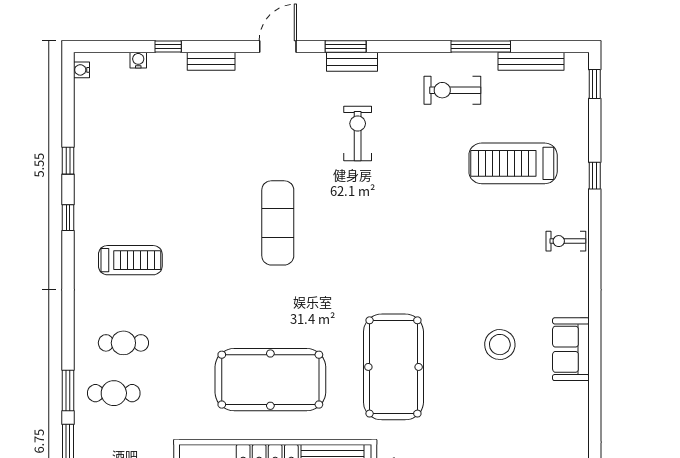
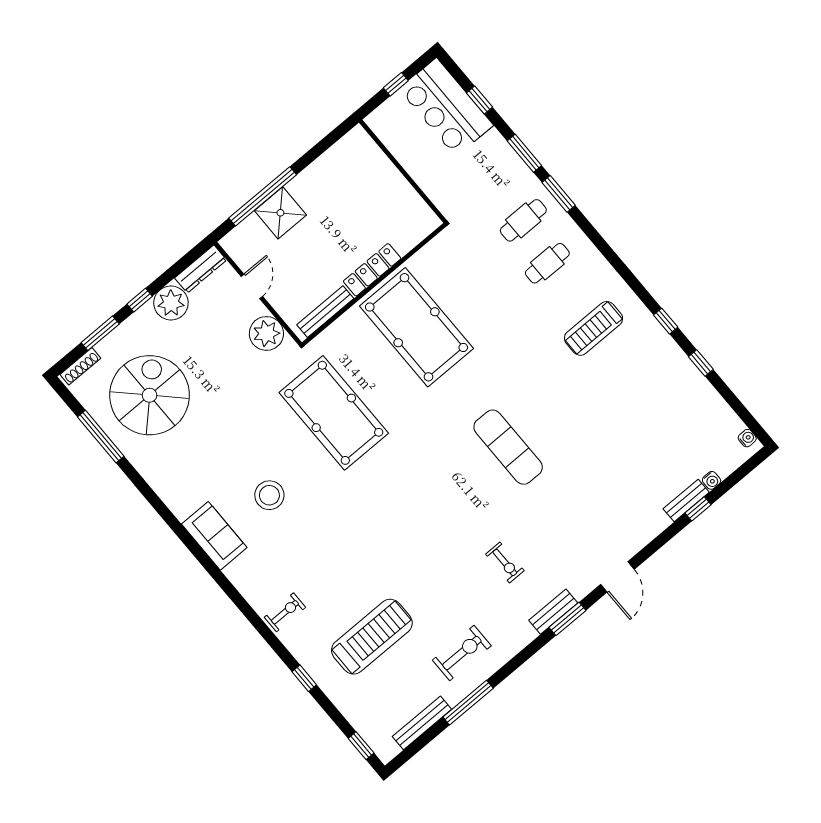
bench: (211, 61) -> (686, 500), moved
exercise bike: (358, 133) -> (505, 562), width x0.73, depth x0.72
pool table: (270, 380) -> (417, 327), turned 90

